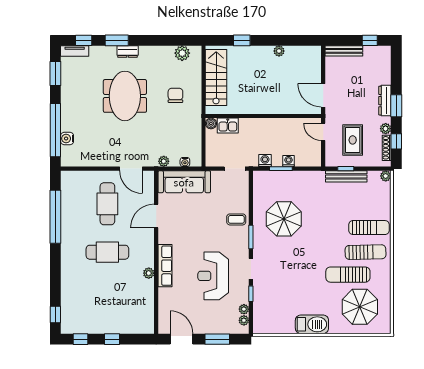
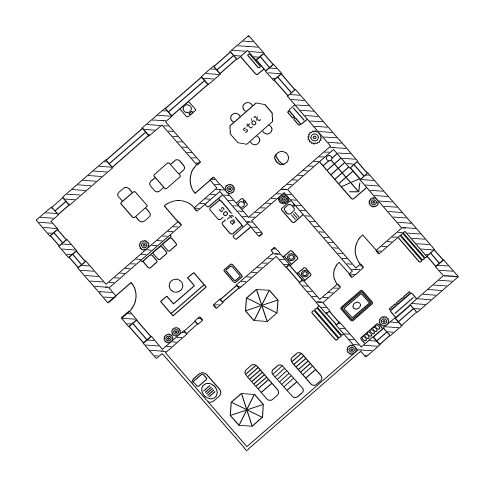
dresser: (128, 52) -> (297, 115), moved
stairs: (216, 77) -> (343, 174), moved, turned 90
sun lounger: (348, 275) -> (262, 382), turned 180

